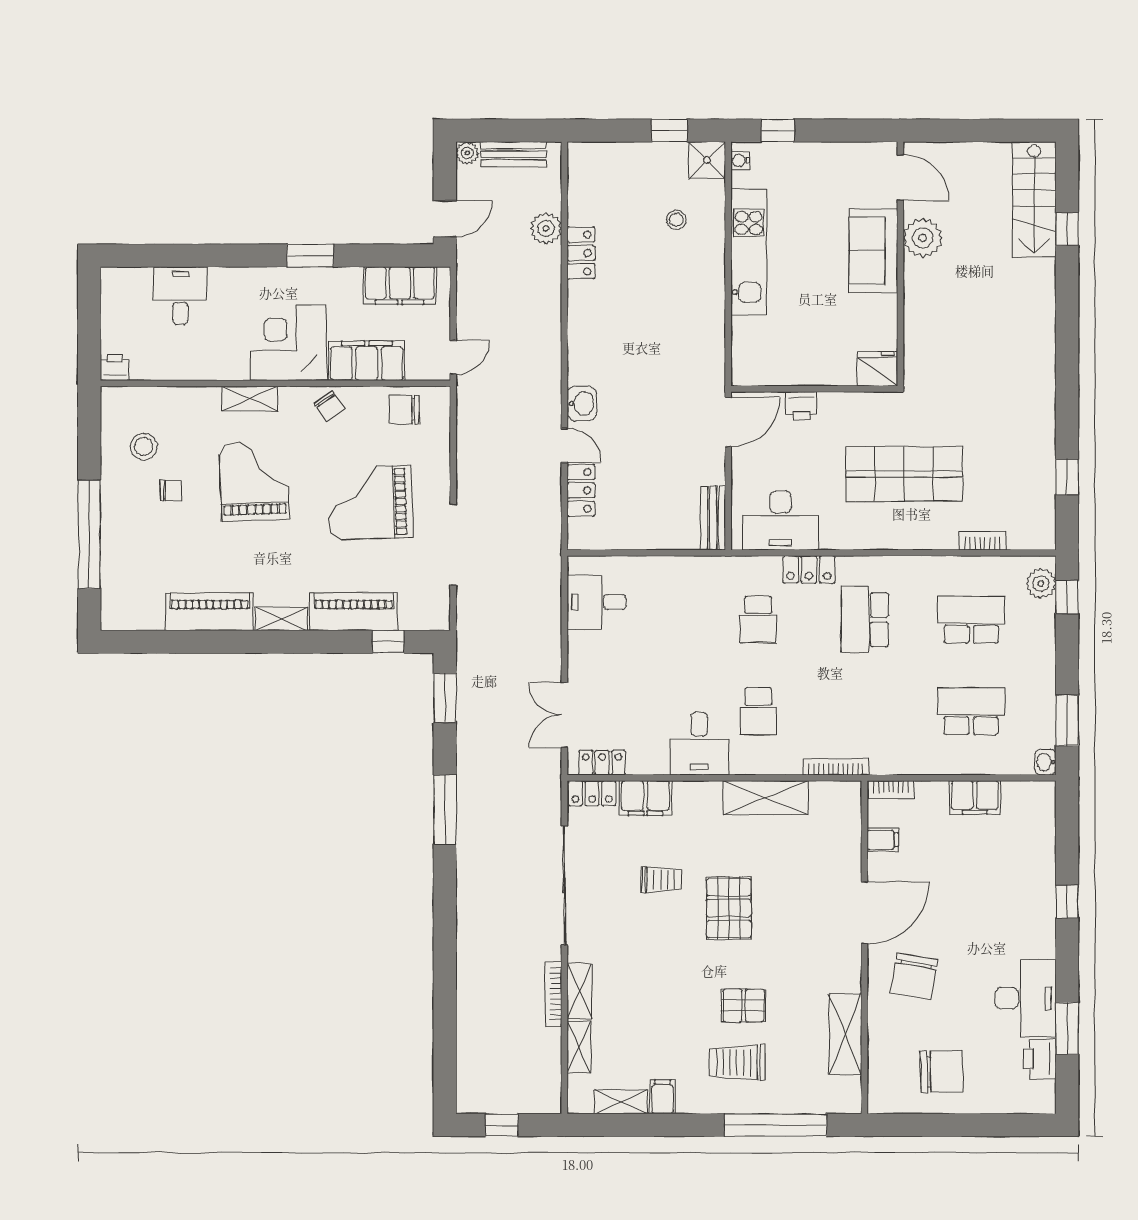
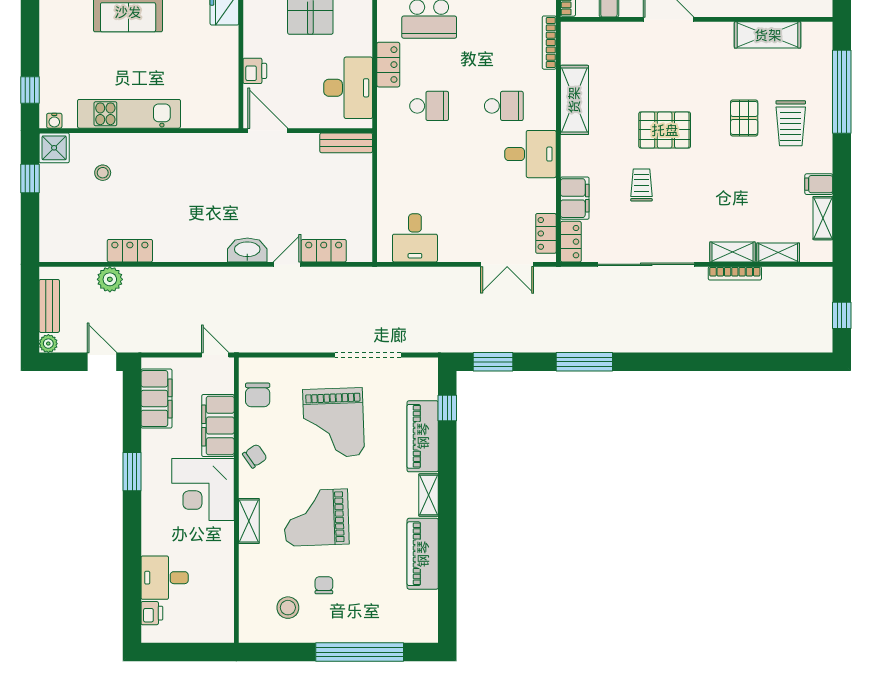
printer: (115, 367) -> (152, 613), moved, turned 180
washbasin: (582, 403) -> (247, 250), width x1.38

